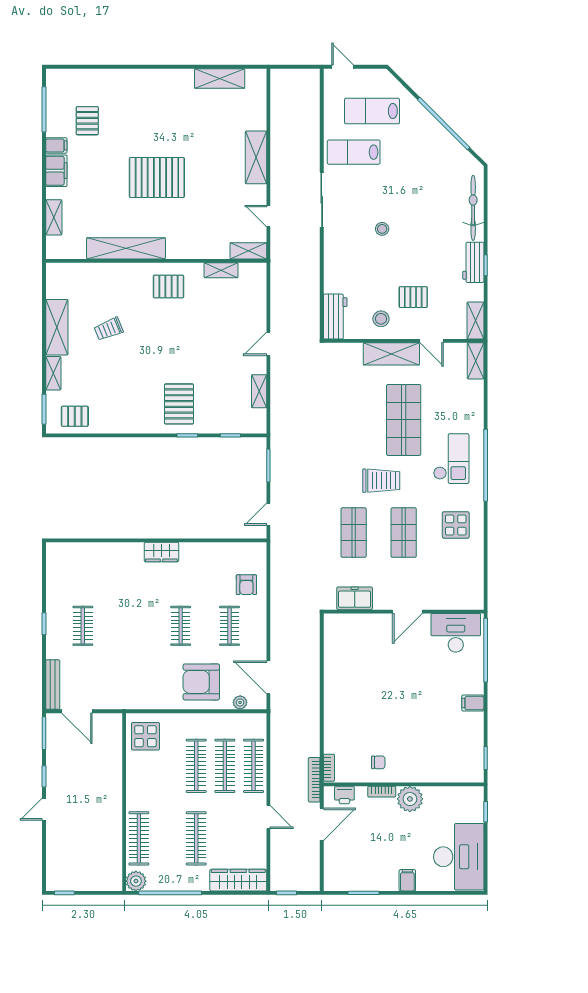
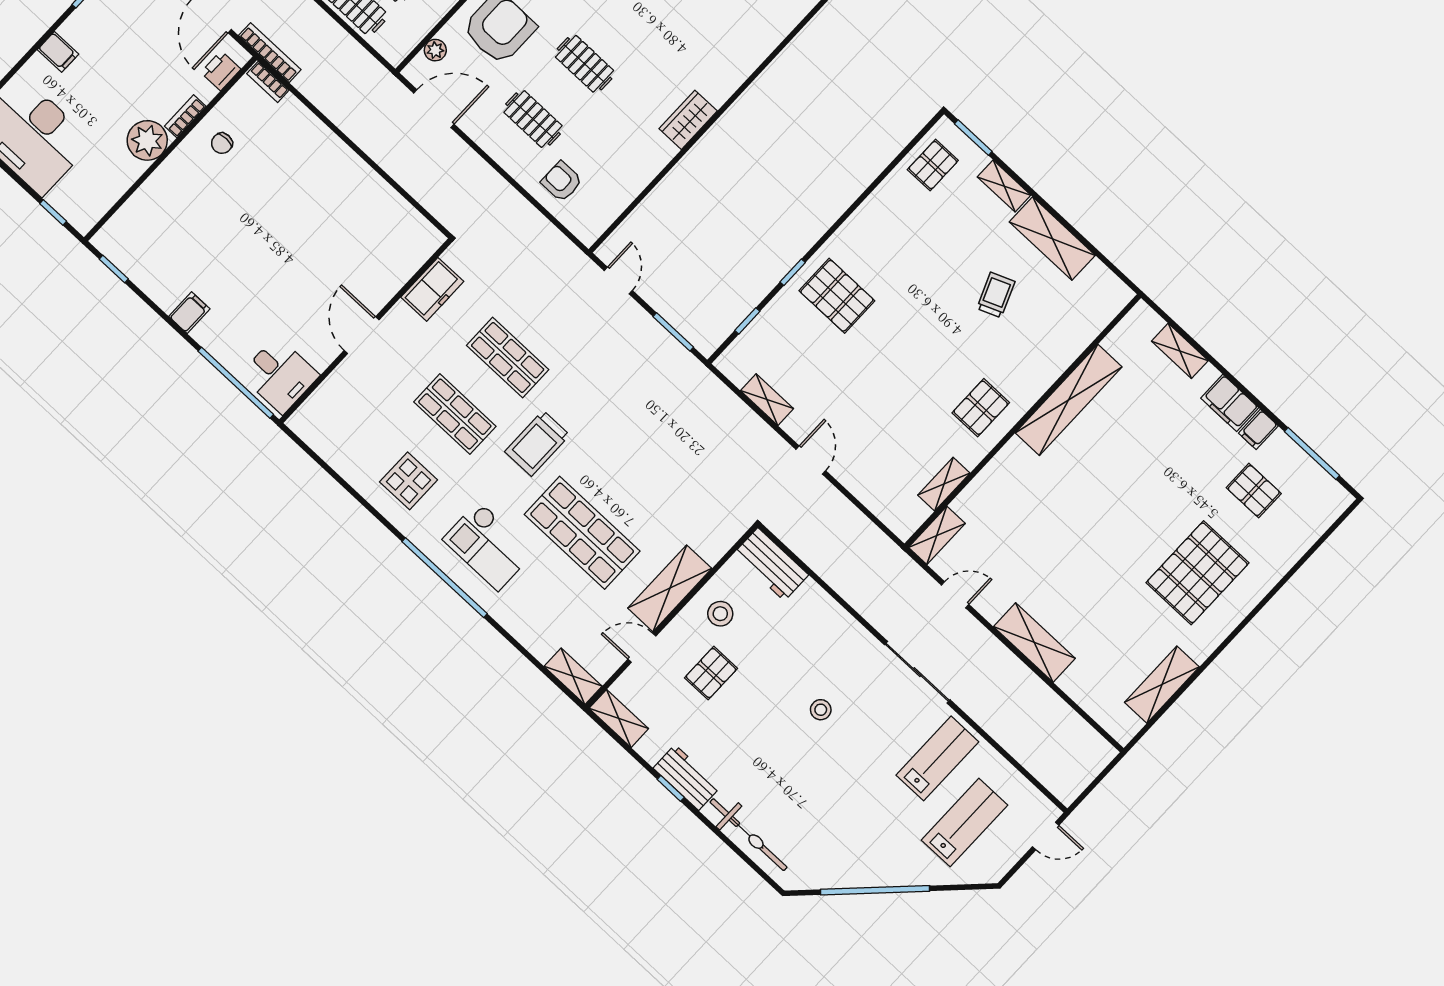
pallet: (157, 177) -> (1197, 573), moved
desk: (456, 633) -> (280, 375), width x0.73

